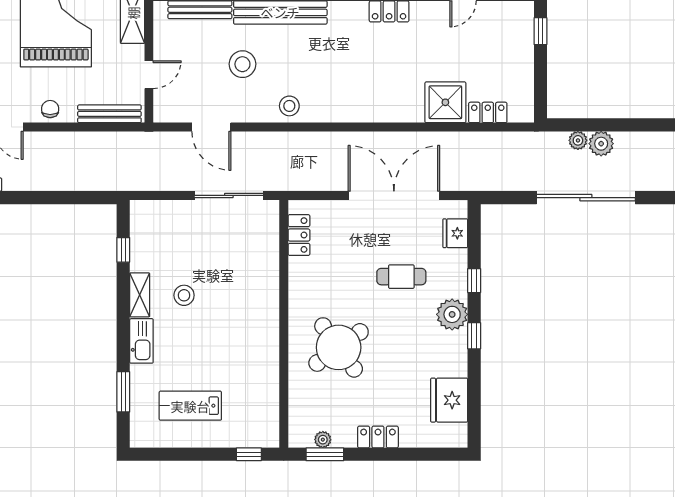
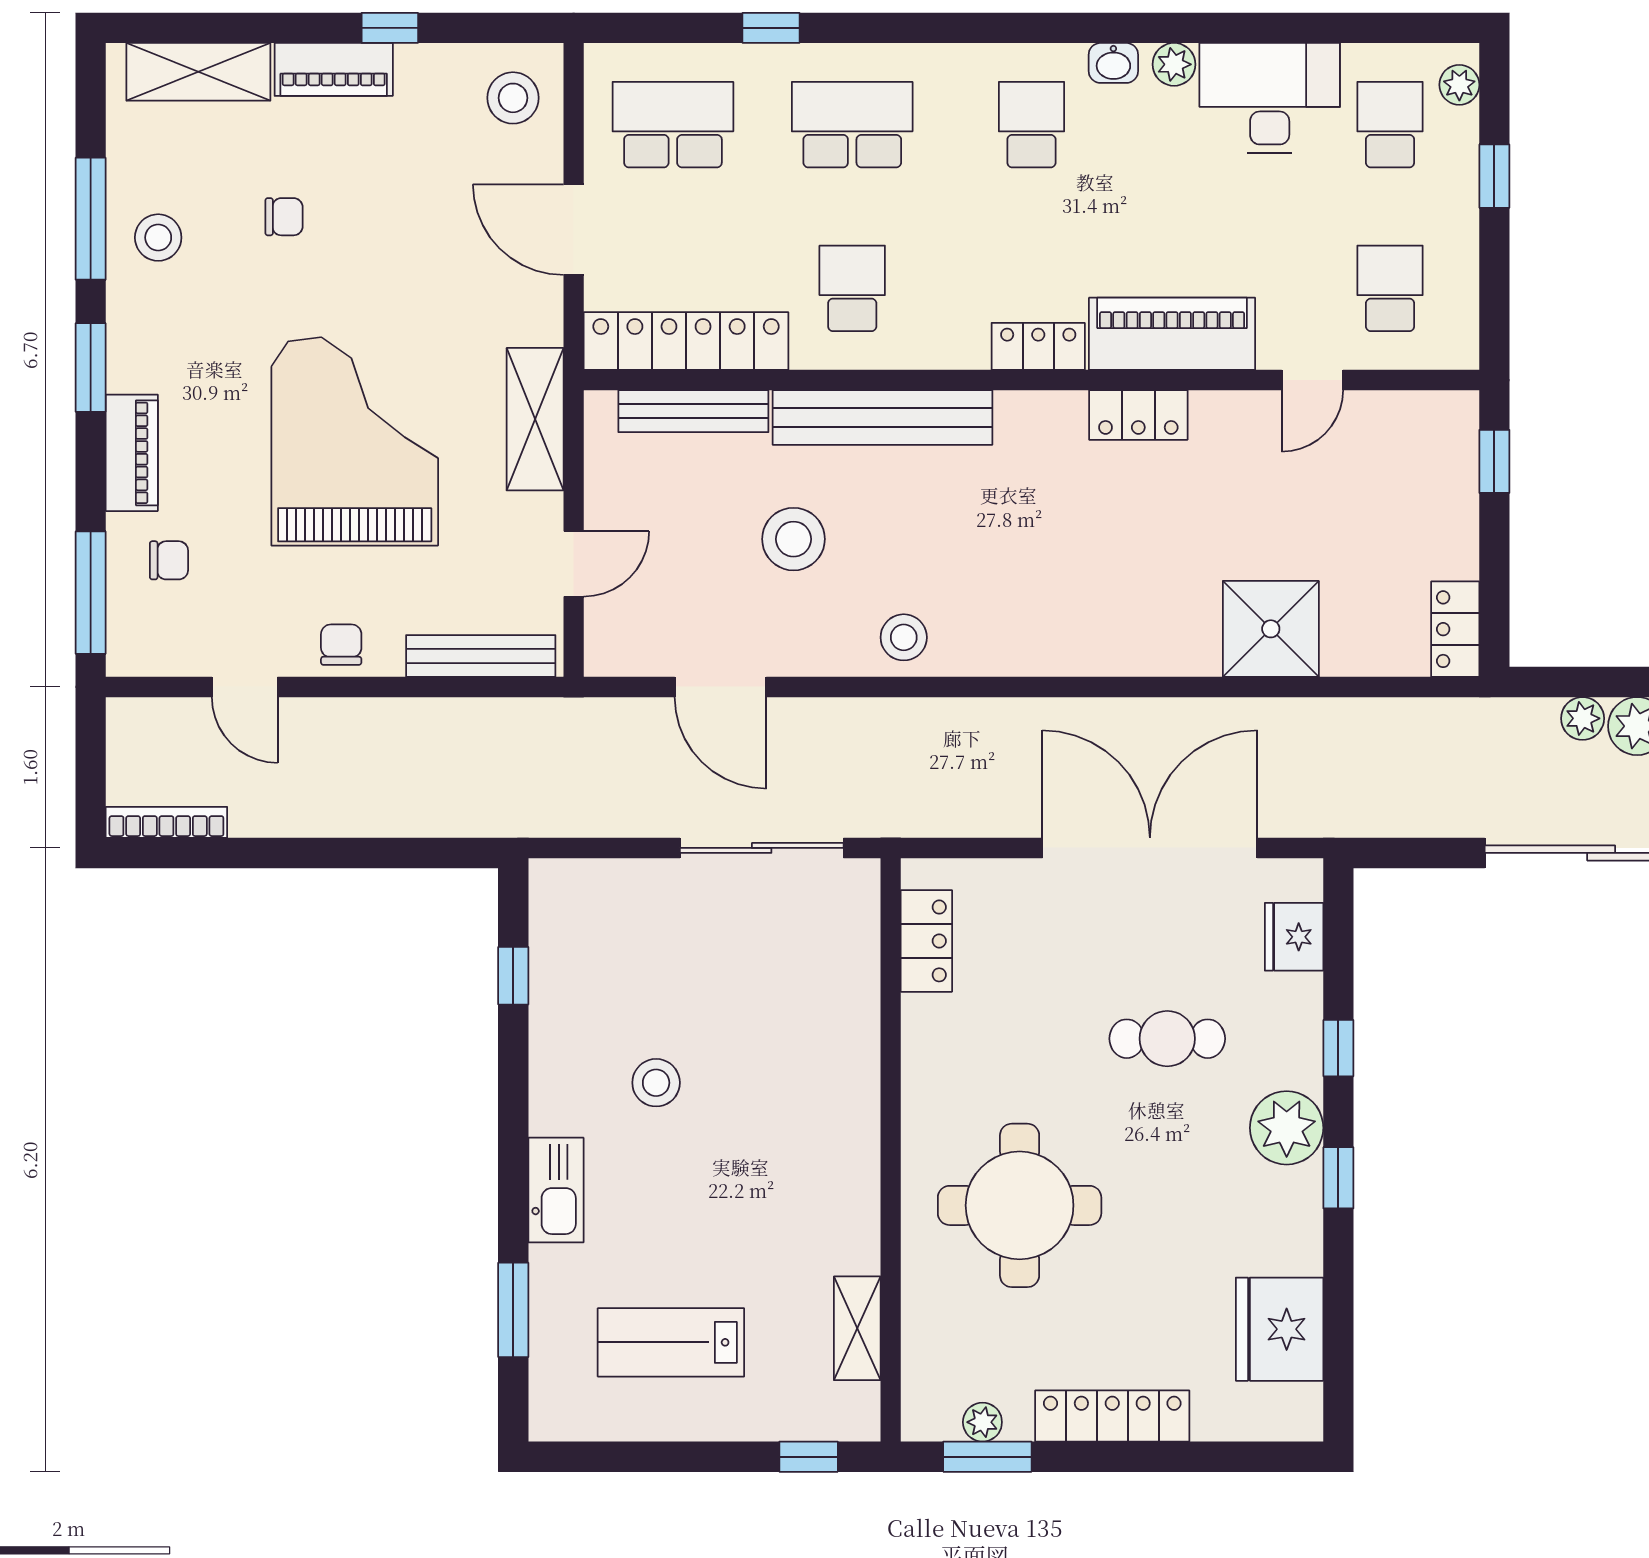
locker: (488, 112) -> (1455, 629), moved, turned -90
shelving: (140, 295) -> (857, 1328), moved
round table: (339, 347) -> (1020, 1205), turned 36
locker: (378, 437) -> (1112, 1416), width x1.53

